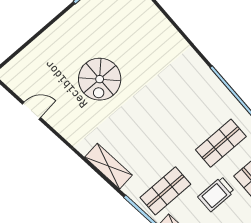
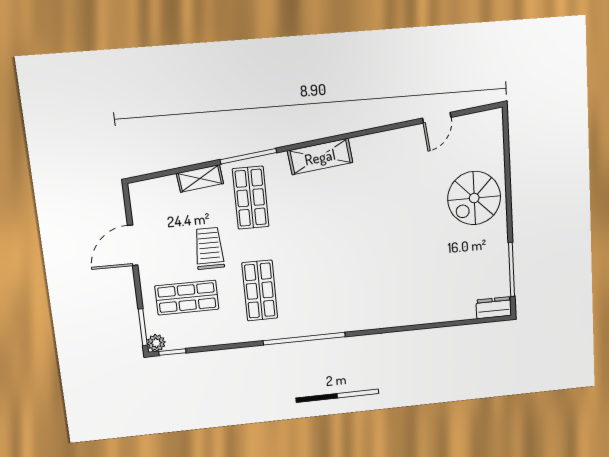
spiral stairs: (100, 79) -> (474, 198), moved, turned -90

